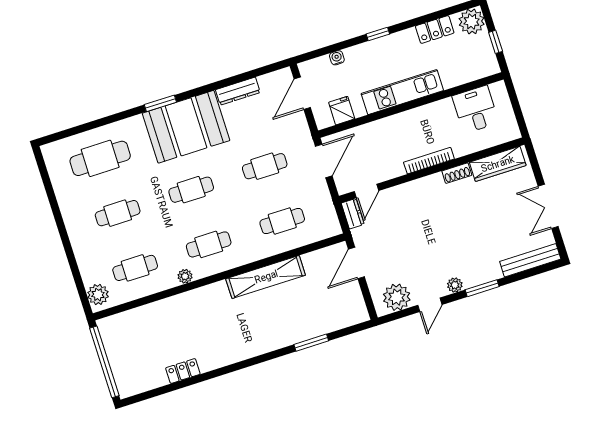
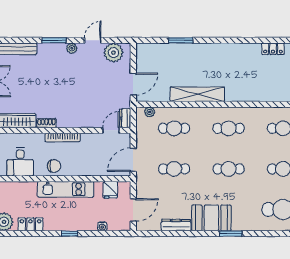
chair: (428, 118) -> (54, 166), added
booth: (186, 127) -> (211, 218), width x0.73, depth x0.70
plant: (185, 276) -> (150, 112), moved

